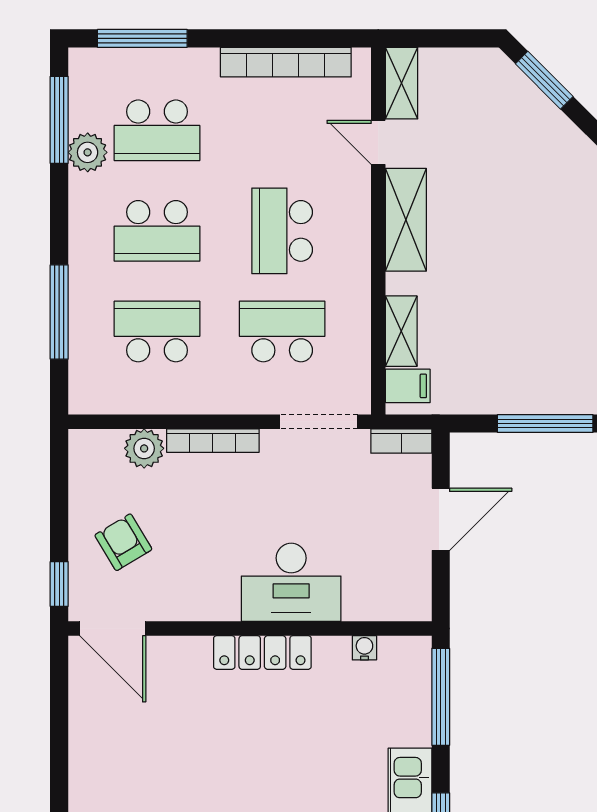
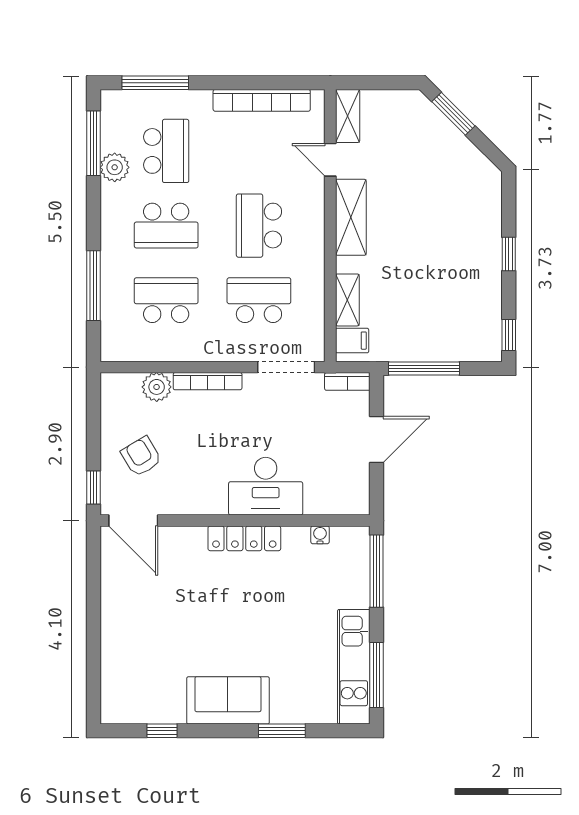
school desk: (157, 130) -> (166, 151), turned -90
window: (545, 423) -> (424, 368), moved

